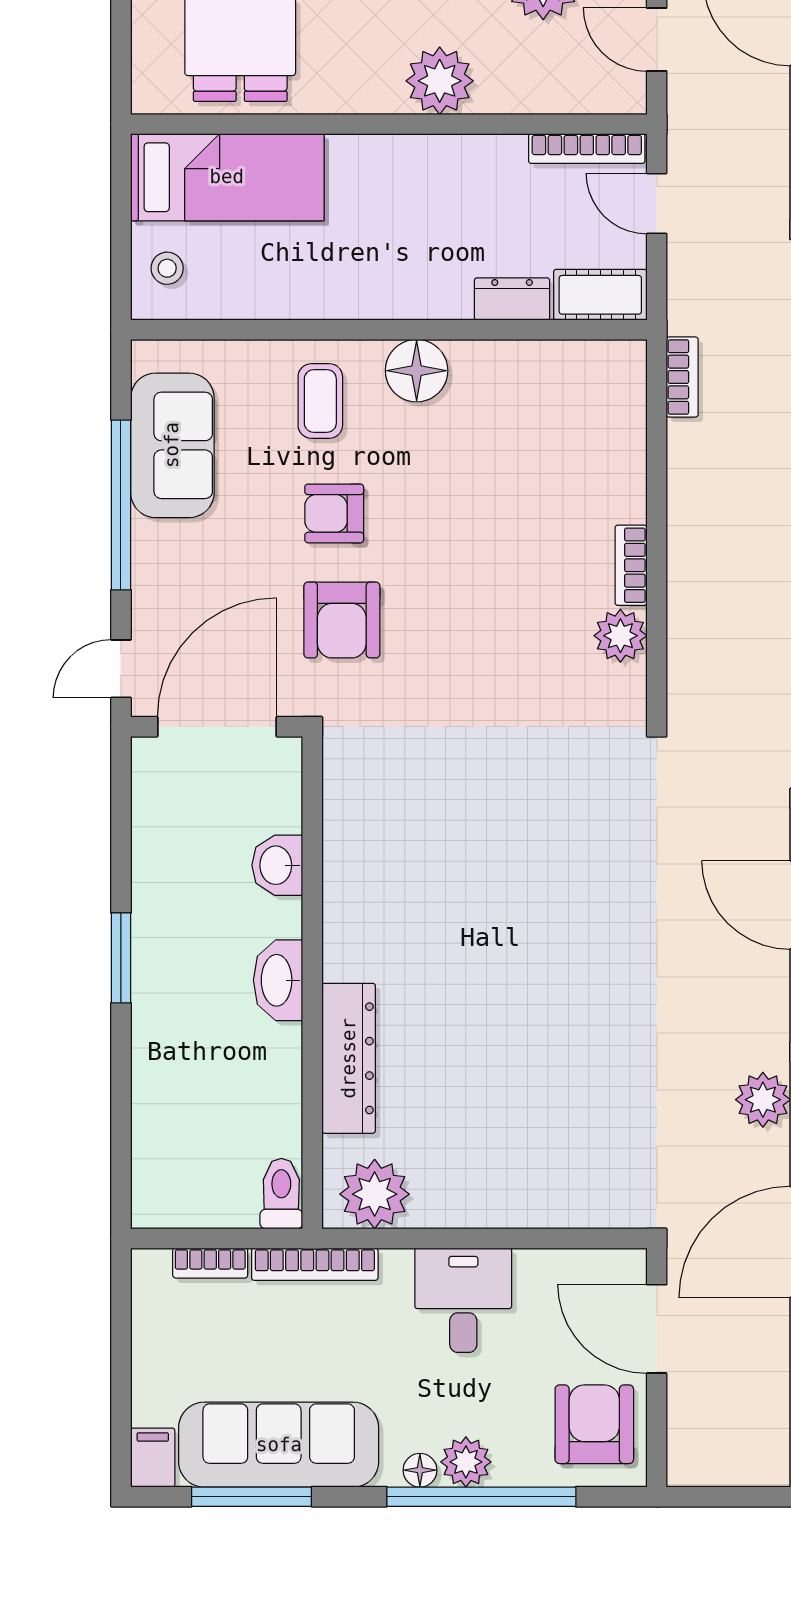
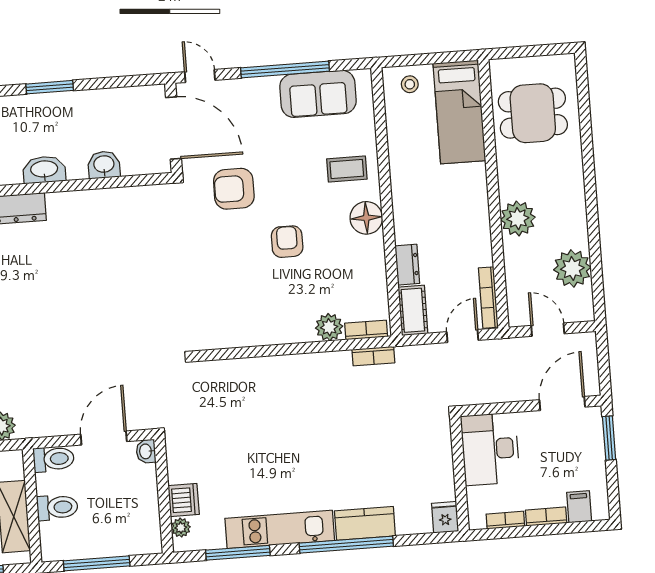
door: (657, 39) -> (548, 330), hinge flipped
armchair: (334, 513) -> (287, 242), moved
bookcase: (631, 565) -> (366, 330), moved
plant: (620, 636) -> (329, 327), moved

